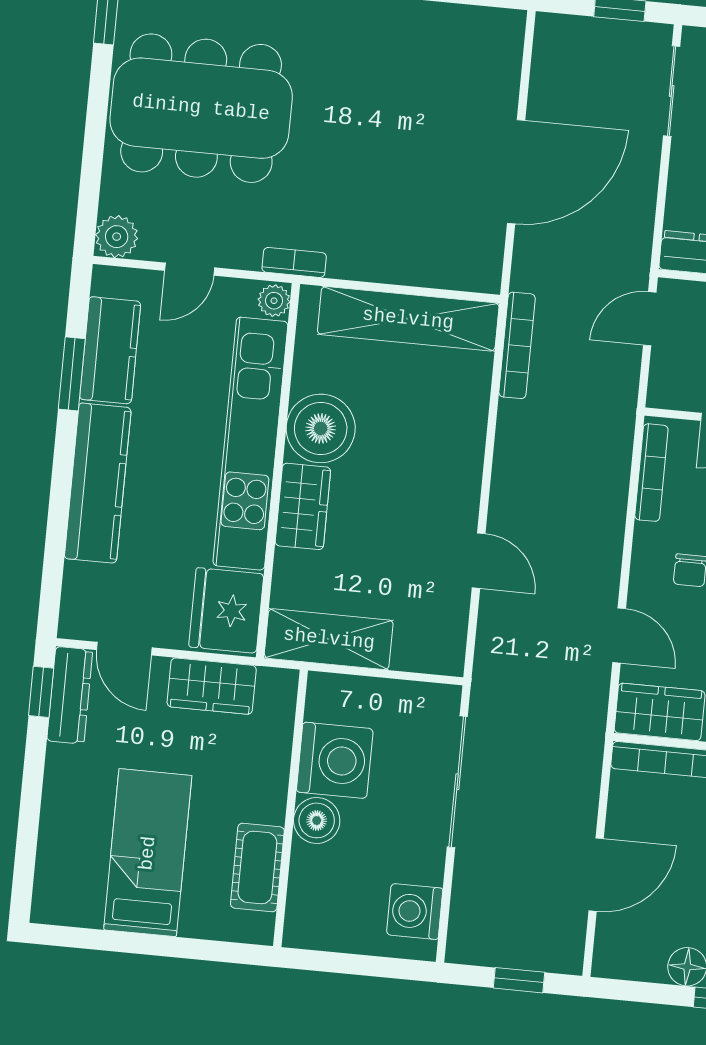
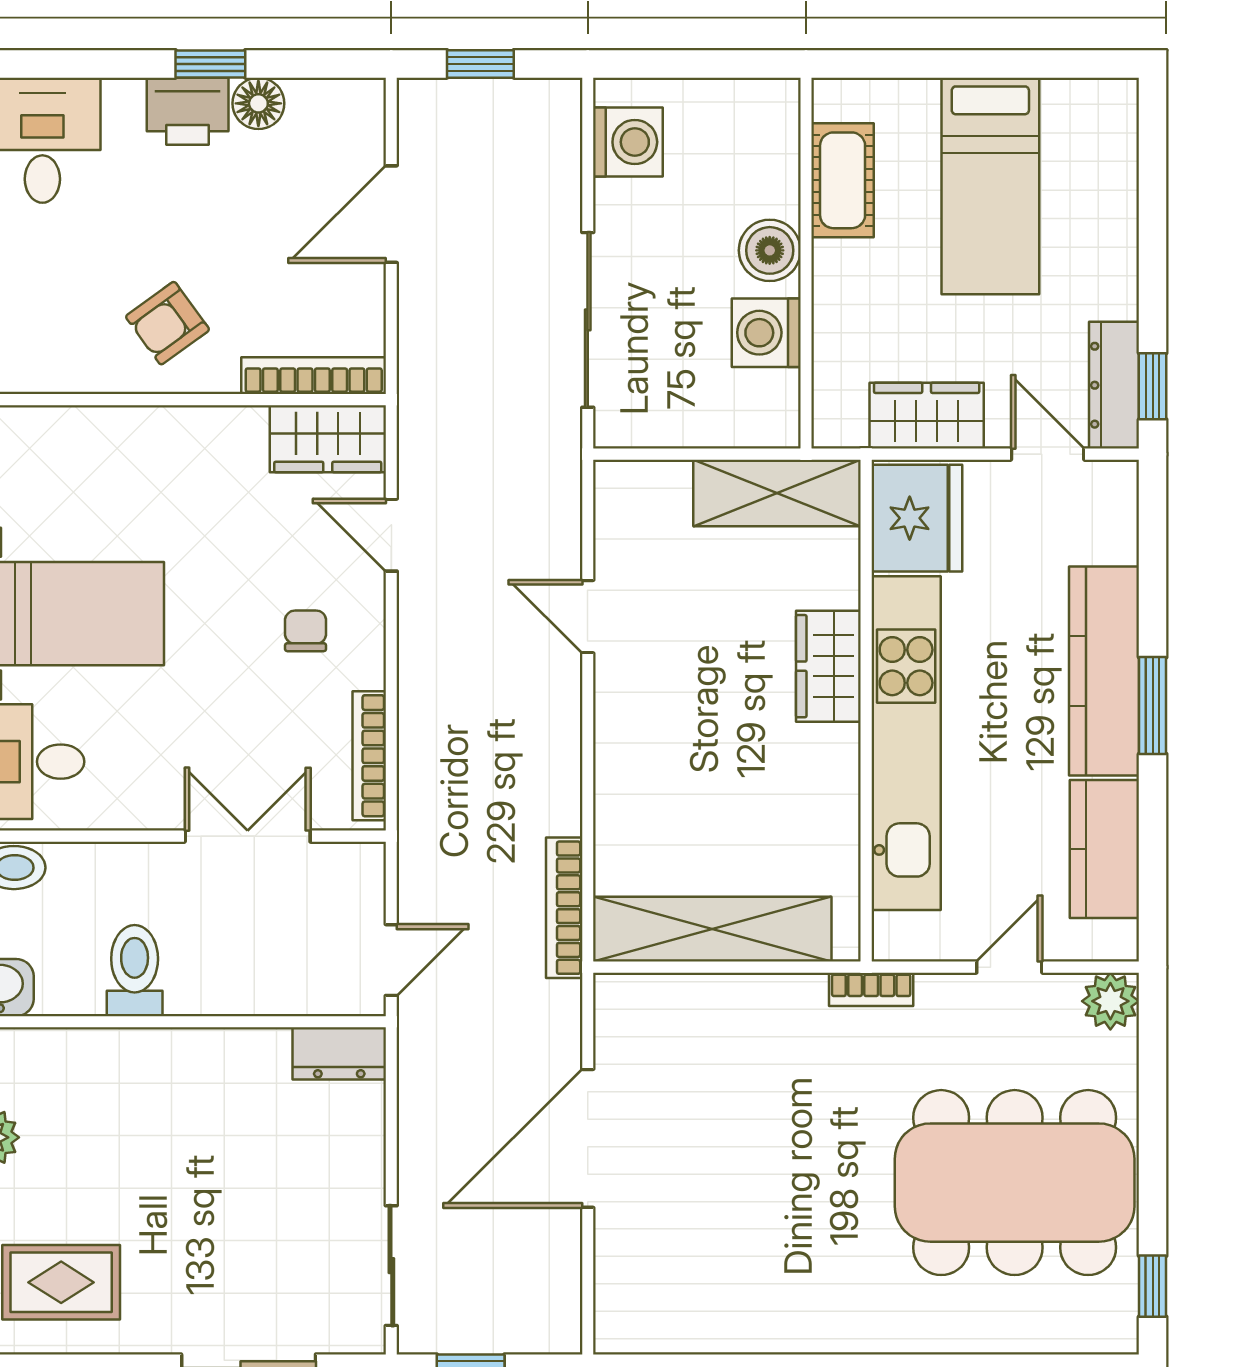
plant: (274, 301) -> (893, 936), removed
window: (72, 374) -> (1153, 706), moved
boiler: (321, 428) -> (815, 772), removed
washing machine: (335, 760) -> (766, 333), width x0.73, depth x0.73

